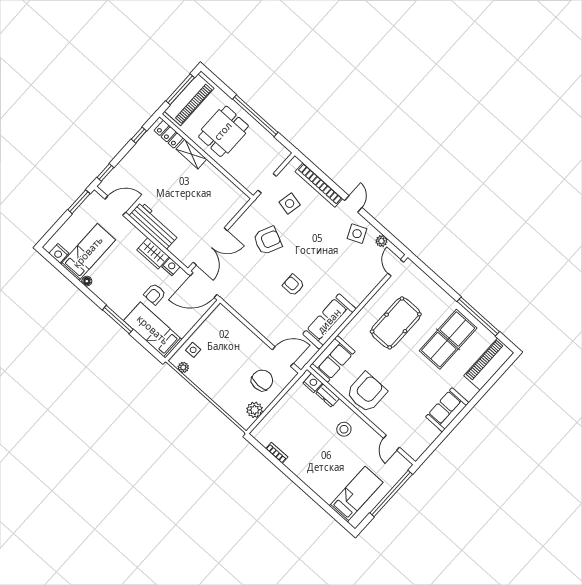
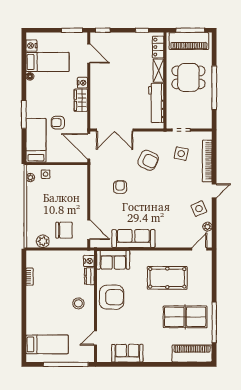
workbench: (154, 225) -> (156, 103), moved, turned 180
nightstand: (171, 267) -> (82, 83), moved
armchair: (293, 285) -> (120, 187), moved
sofa: (447, 410) -> (127, 353), moved

